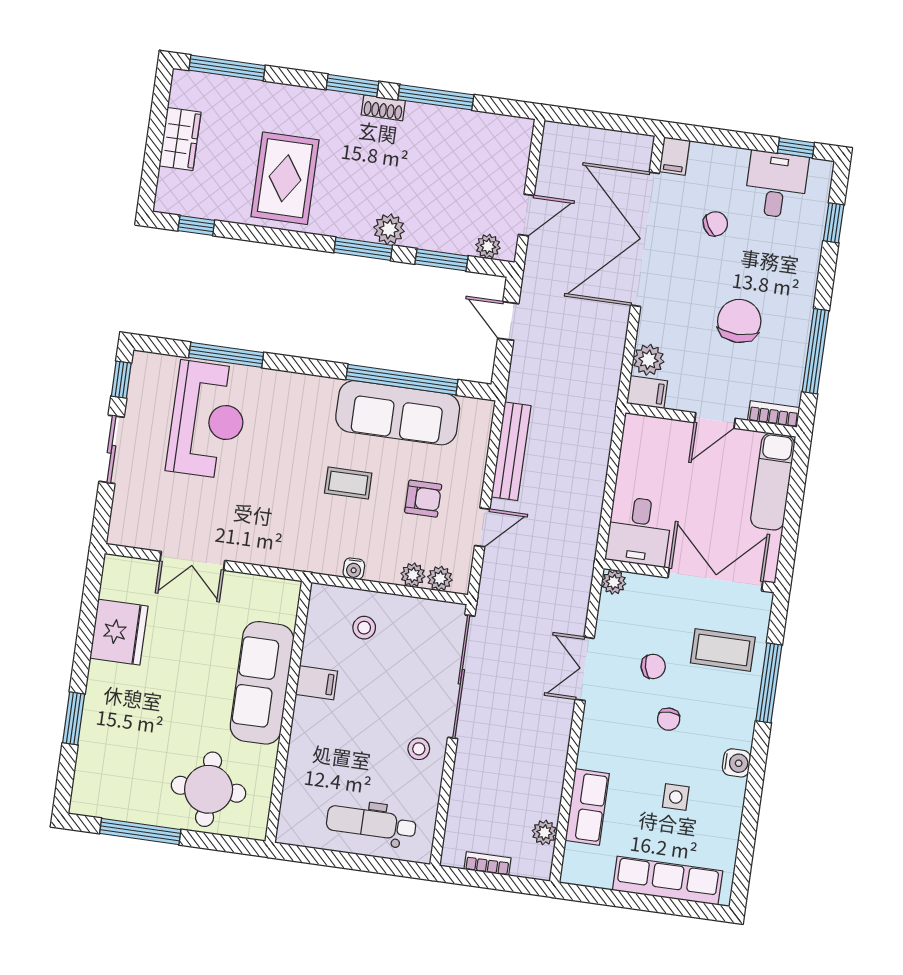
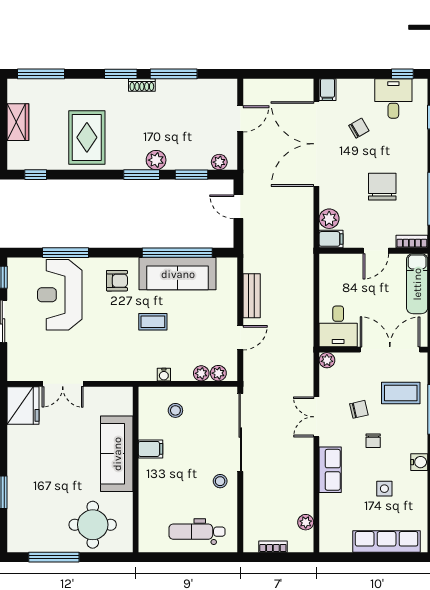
door: (526, 215) -> (240, 119), moved
reception desk: (208, 420) -> (60, 295), turned 180
bench: (511, 451) -> (252, 296), width x0.73
armchair: (423, 499) -> (117, 281), moved
fridge: (119, 632) -> (23, 406), moved
row of seats: (587, 807) -> (330, 470), moved

